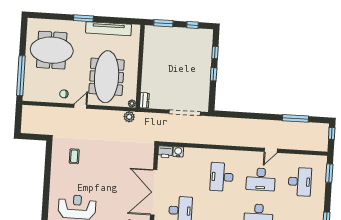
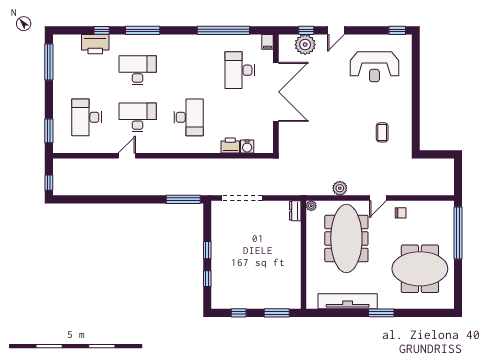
plant: (129, 117) -> (340, 188), moved
window: (295, 118) -> (183, 199), moved
printer: (165, 152) -> (230, 145), moved

